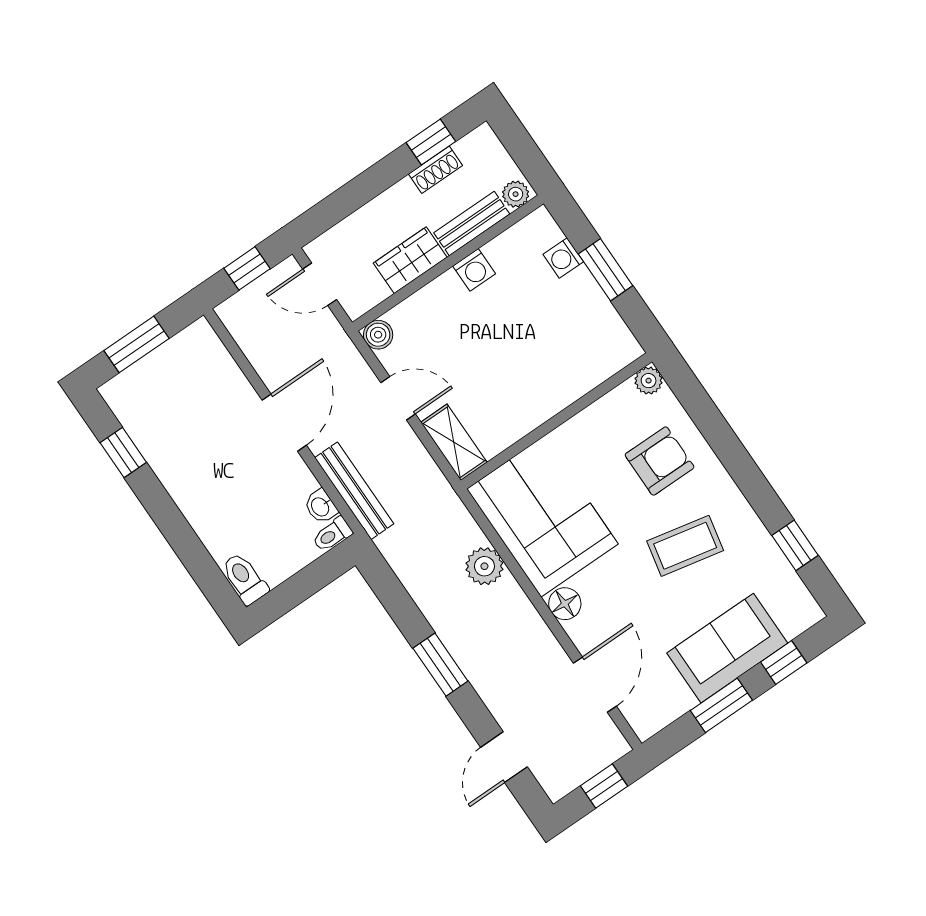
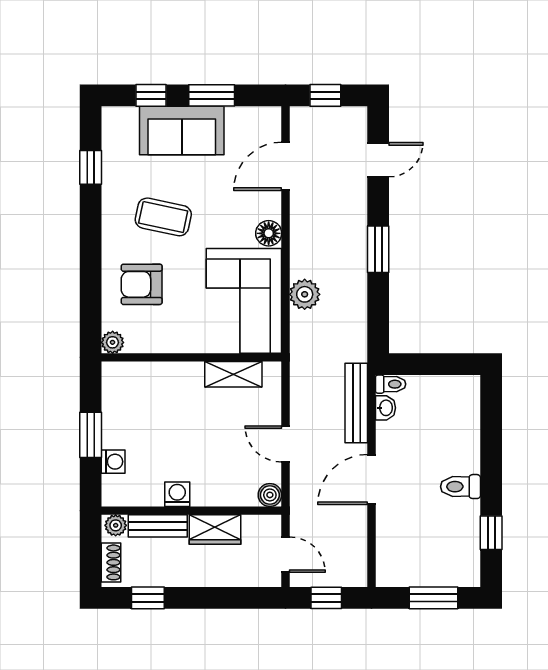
shoe rack: (435, 170) -> (111, 562), moved, turned 90
shelving: (454, 442) -> (233, 374), moved, turned 90
toilet: (245, 579) -> (460, 487), moved, turned 90

